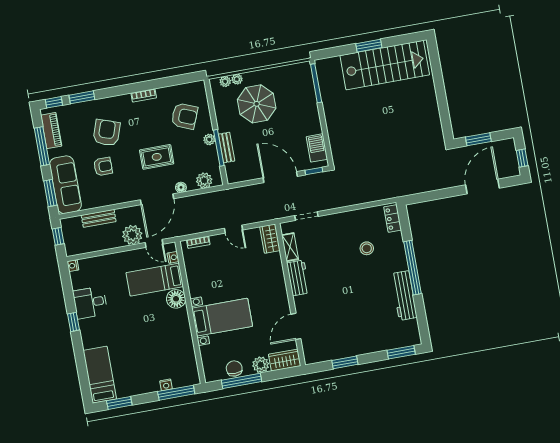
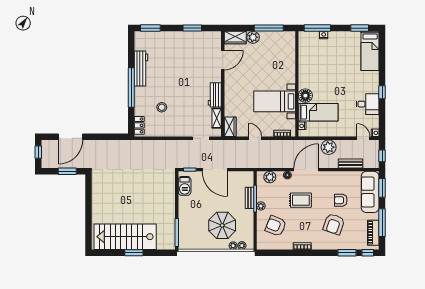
door: (154, 243) -> (363, 138), moved
bed with nightstands: (222, 317) -> (275, 101), moved
chair: (234, 368) -> (273, 38), removed

